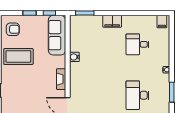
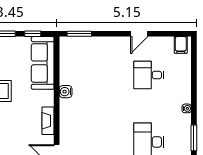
door: (130, 13) -> (139, 34), added
filing cabinet: (112, 21) -> (115, 45), removed

